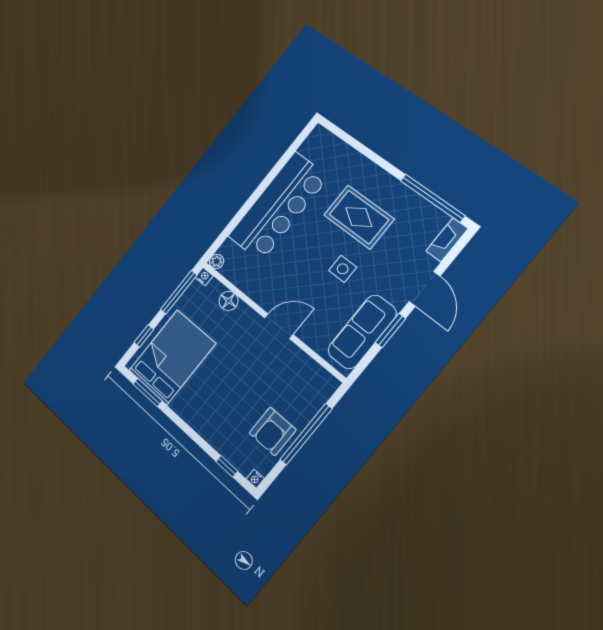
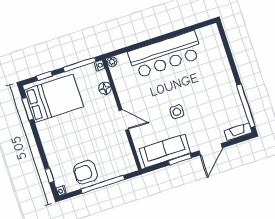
rug: (359, 217) -> (203, 90), removed

